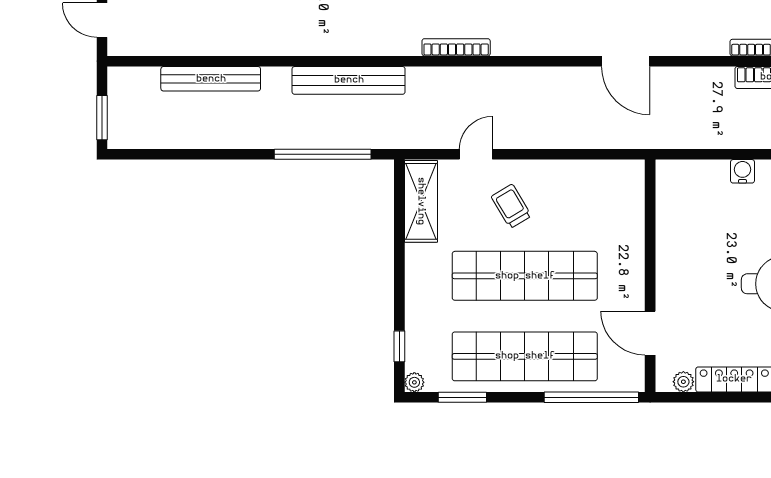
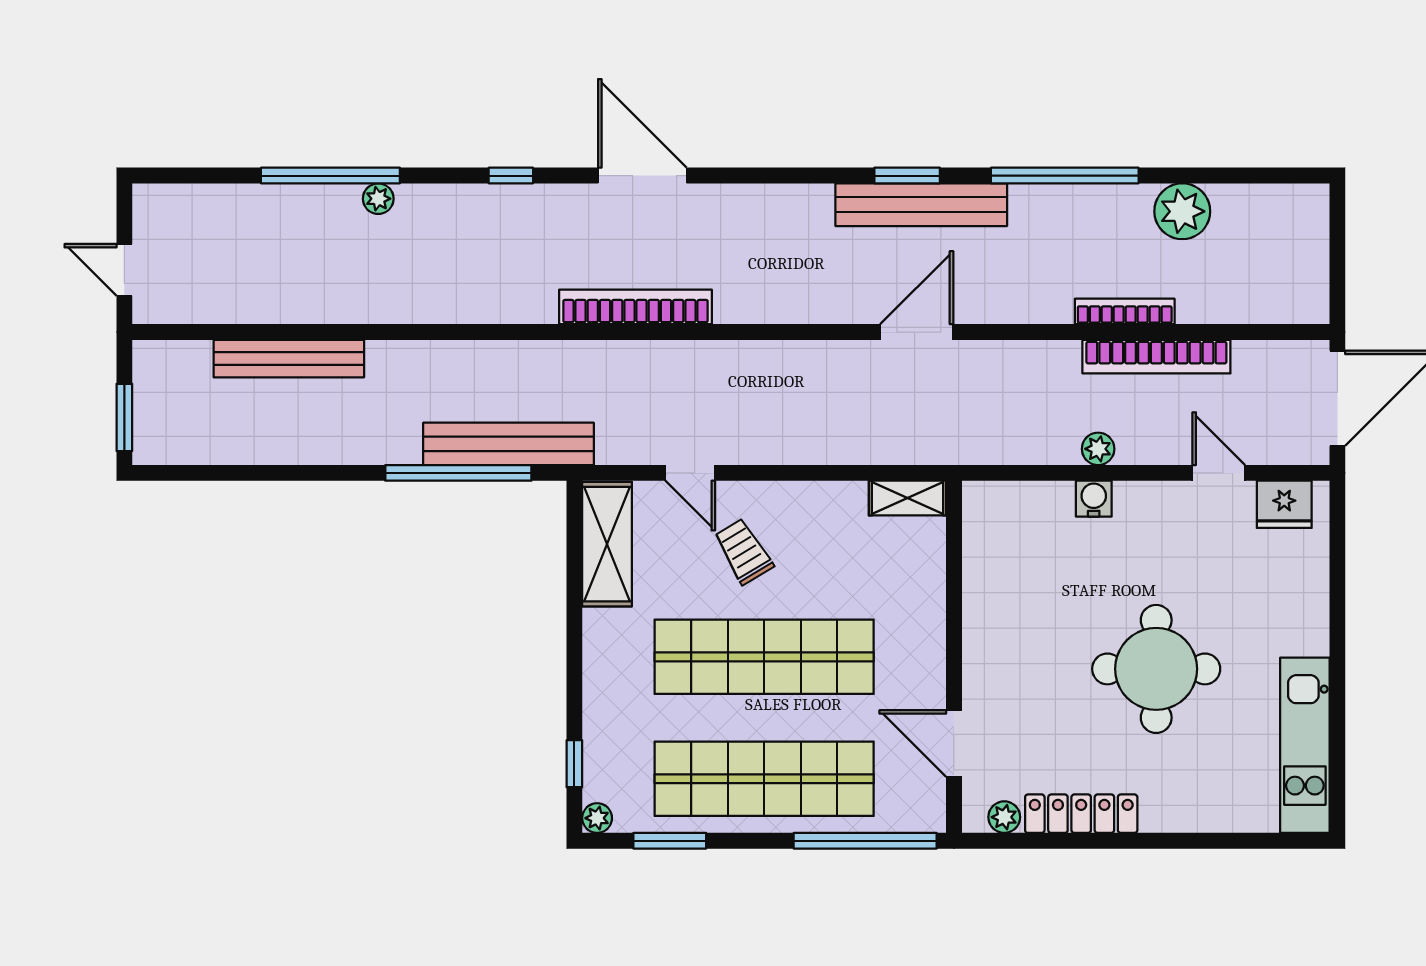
bookcase: (456, 47) -> (635, 307), width x1.48, depth x1.31
door: (626, 61) -> (917, 332), swing flipped
bench: (349, 80) -> (508, 444), moved
plant: (745, 138) -> (1098, 449), added
door: (476, 154) -> (690, 473), swing flipped
shelving: (619, 171) -> (907, 498), added

